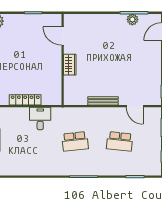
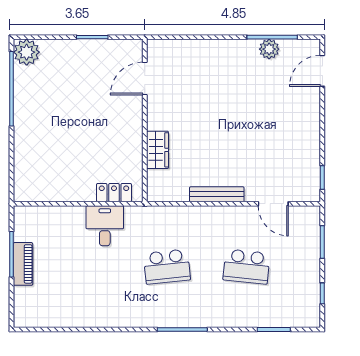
door: (63, 36) -> (145, 79), hinge flipped
wardrobe: (70, 65) -> (157, 150), moved
locker: (25, 100) -> (114, 193), moved, width x0.66

